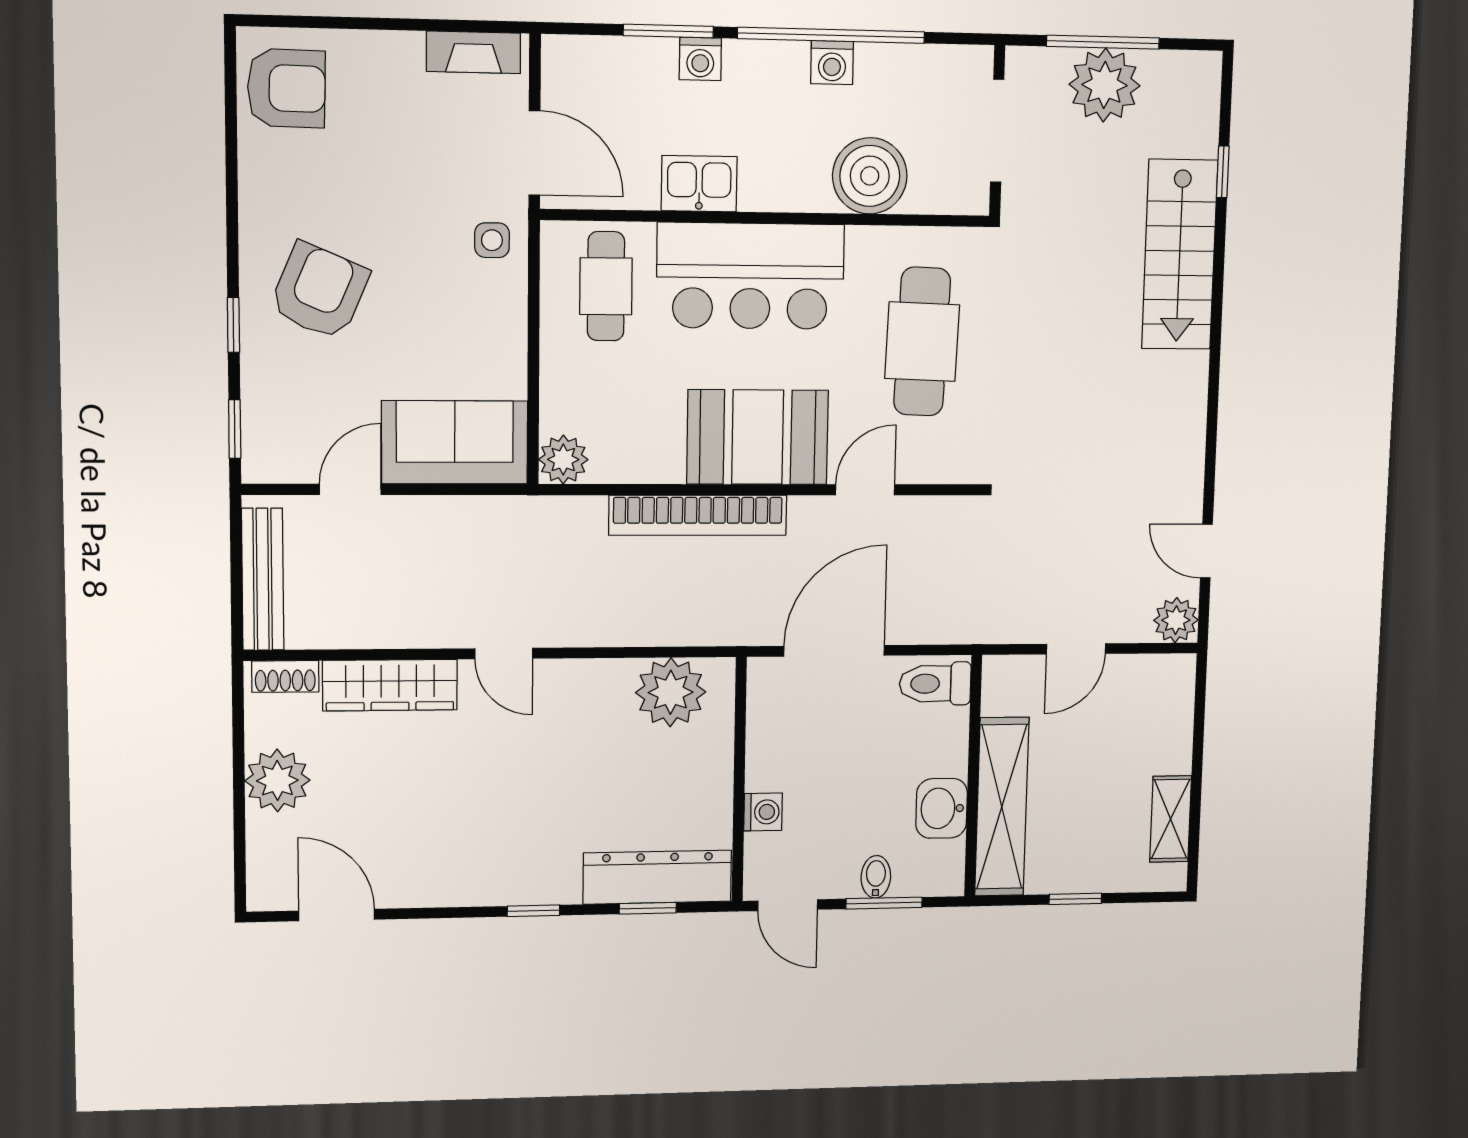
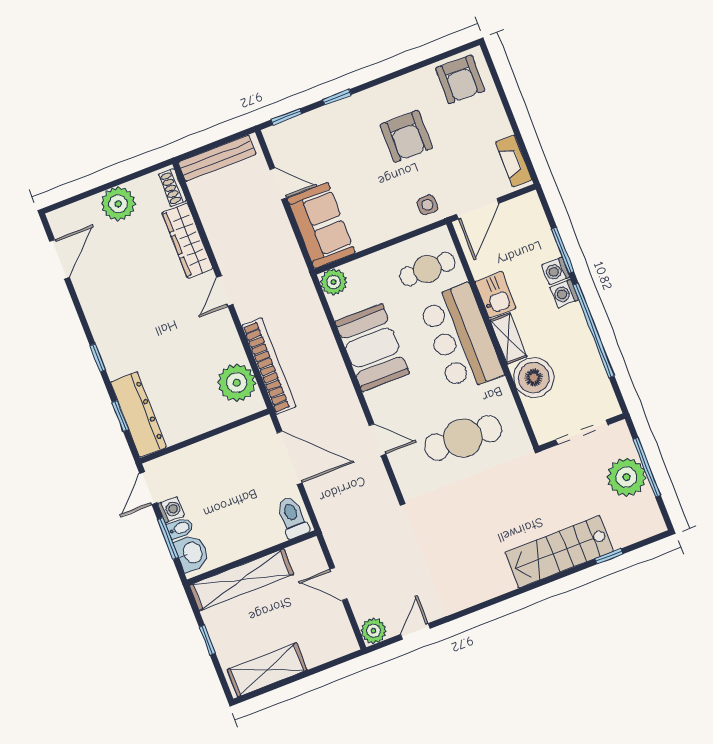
washing machine: (832, 63) -> (564, 294), moved
shelving: (784, 192) -> (508, 338), added
armchair: (319, 291) -> (406, 136), moved, turned 67
booth: (758, 437) -> (372, 348), moved
bookcase: (698, 515) -> (269, 366), moved, turned 180
washbasin: (942, 808) -> (192, 553), moved, turned 90
washing machine: (763, 812) -> (171, 510), moved, turned -90
shelving: (1171, 819) -> (267, 670), width x1.50, depth x1.33

